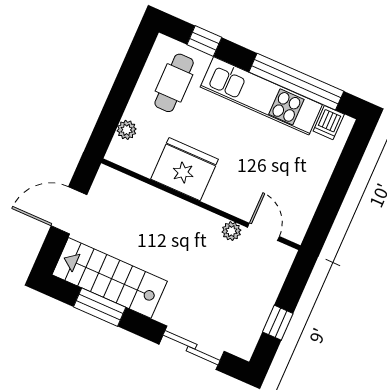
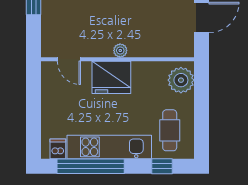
plant: (127, 130) -> (181, 80), width x1.88, depth x1.88
fridge: (185, 169) -> (111, 77), moved
plant: (231, 231) -> (120, 50), moved

